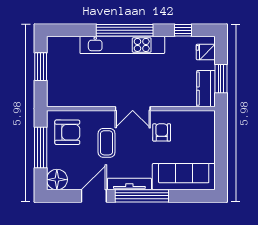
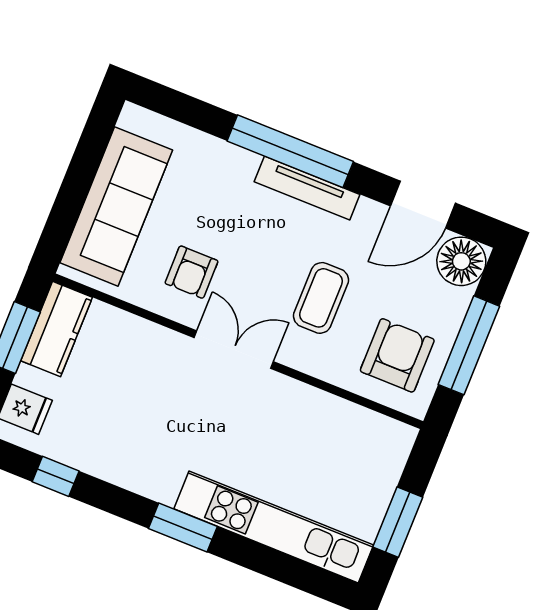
window: (125, 30) -> (183, 528), width x0.47
kitchen unit: (122, 45) -> (274, 527), moved
armchair: (67, 132) -> (397, 355), turned 90
sofa: (184, 177) -> (116, 206), moved, turned -90
door: (94, 196) -> (423, 205), moved

